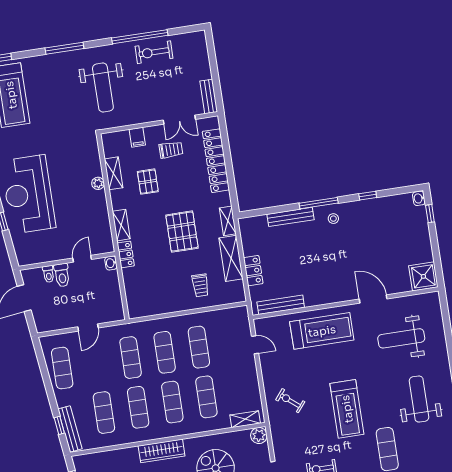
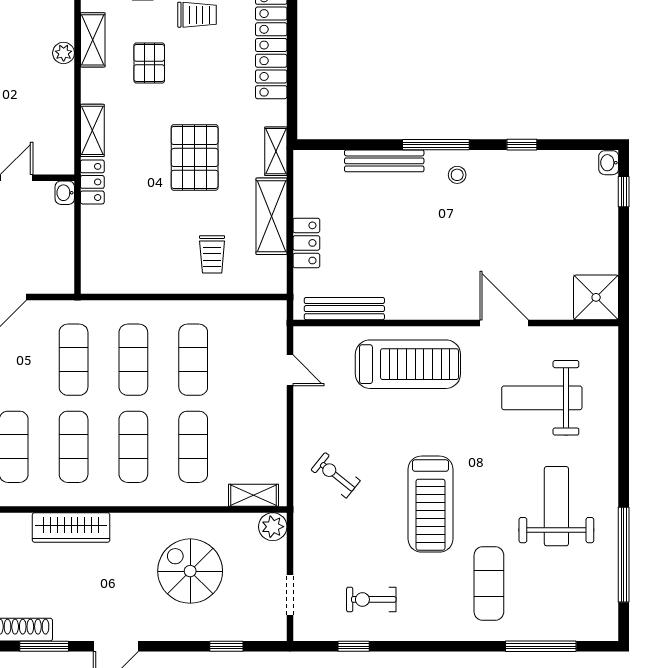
wardrobe: (162, 451) -> (71, 528), moved

